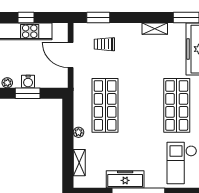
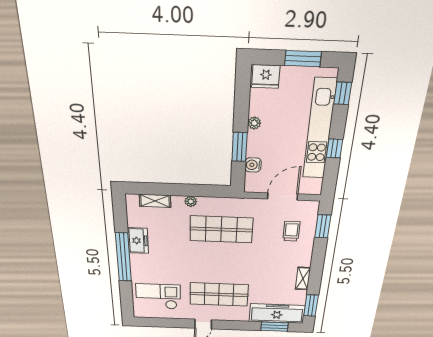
water cooler: (28, 82) -> (253, 165), moved
freezer: (125, 179) -> (138, 241), width x0.71

